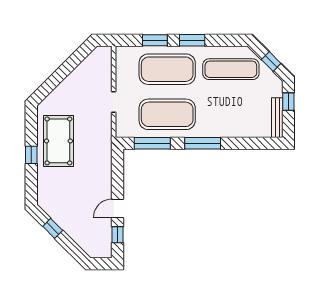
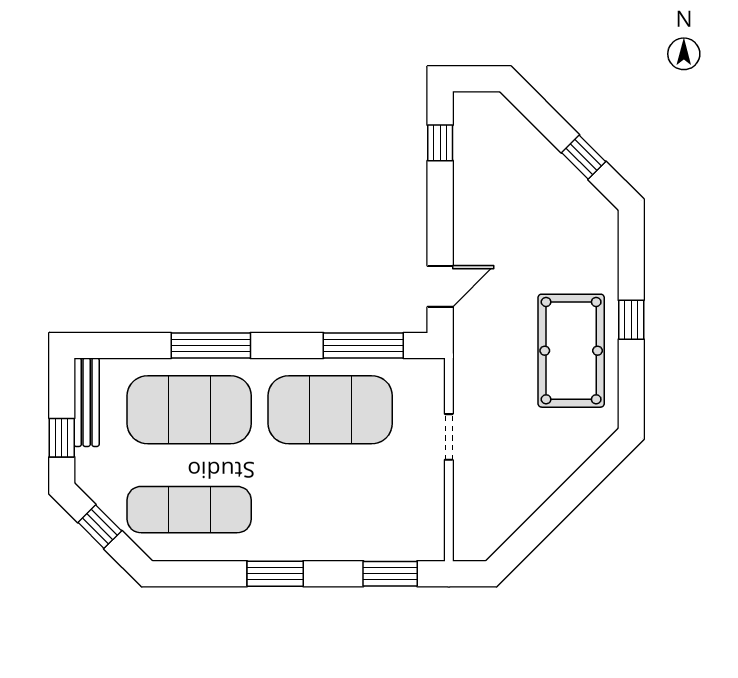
window: (155, 40) -> (390, 574), moved
exercise mat: (167, 69) -> (189, 410), moved
window: (203, 143) -> (211, 345), moved
door: (118, 208) -> (440, 286), moved

